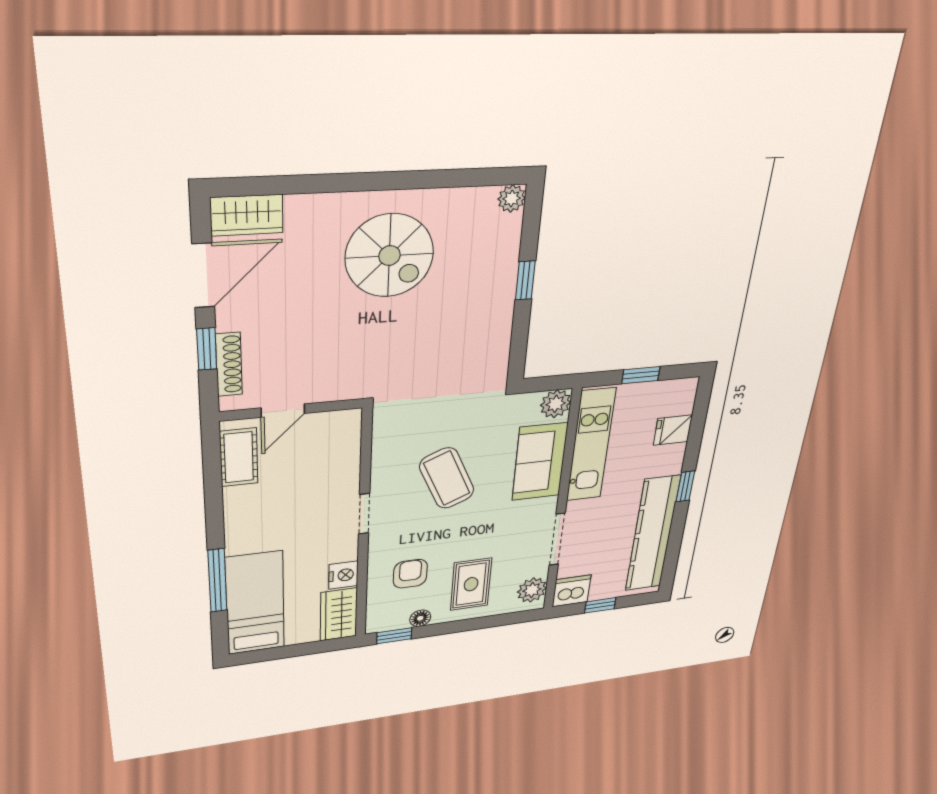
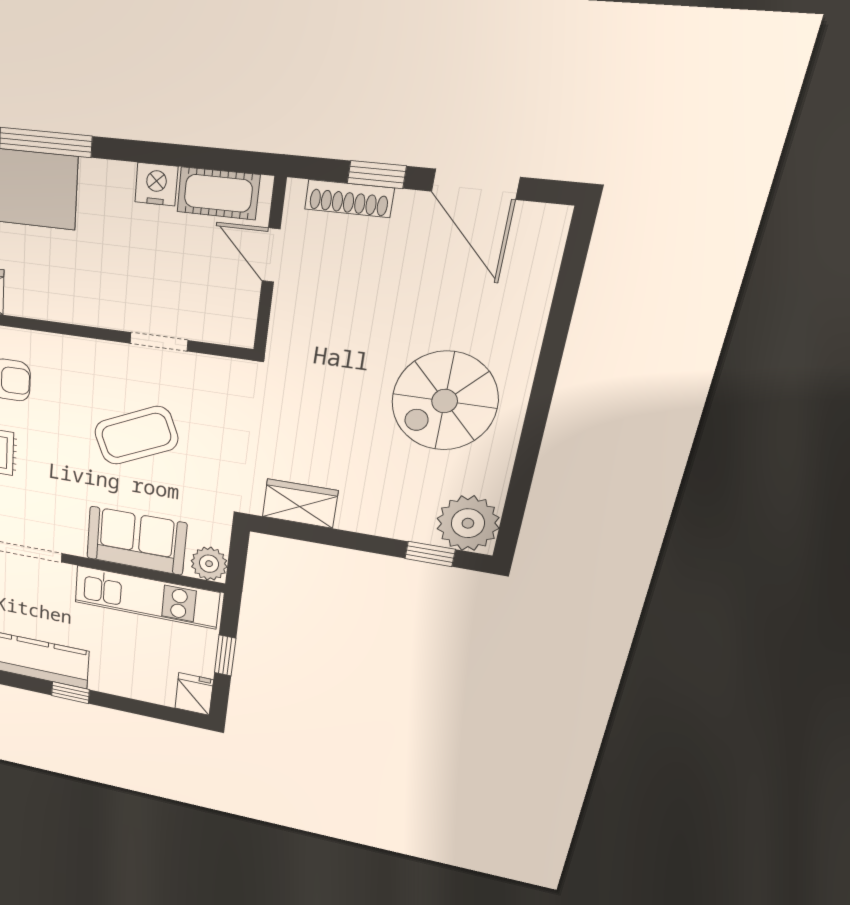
plant: (512, 198) -> (468, 523), width x1.88, depth x1.88
wardrobe: (247, 215) -> (300, 504), moved, turned 90
window: (525, 280) -> (430, 554), moved
fridge: (673, 430) -> (194, 694), moved
doorway: (364, 514) -> (159, 342), moved
nightstand: (343, 575) -> (156, 184), moved, turned 180

